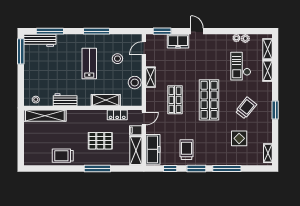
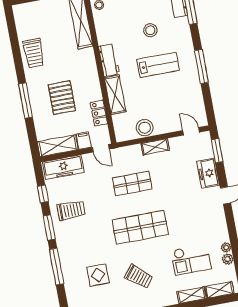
stool: (117, 59) -> (150, 30), moved
checkout: (241, 66) -> (191, 260), turned 180
workbench: (65, 100) -> (109, 60), moved
trolley: (63, 156) -> (34, 53), turned 180

